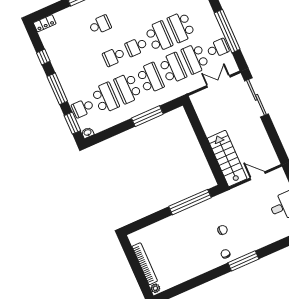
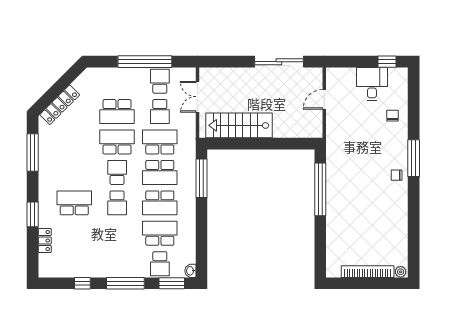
locker: (45, 23) -> (45, 241), moved
school desk: (100, 25) -> (74, 203), width x1.85
school desk: (136, 47) -> (117, 172), turned 180
school desk: (195, 58) -> (160, 112), width x0.54
school desk: (150, 78) -> (160, 172), turned 180
sliding door: (256, 97) -> (279, 62), moved
window: (147, 116) -> (201, 178), moved
stairs: (227, 158) -> (239, 125), moved
chair: (223, 230) -> (393, 116), moved

